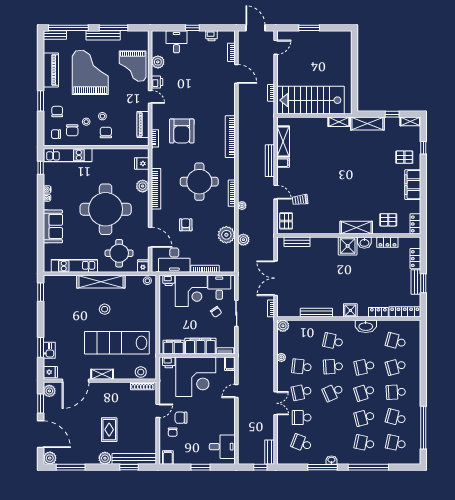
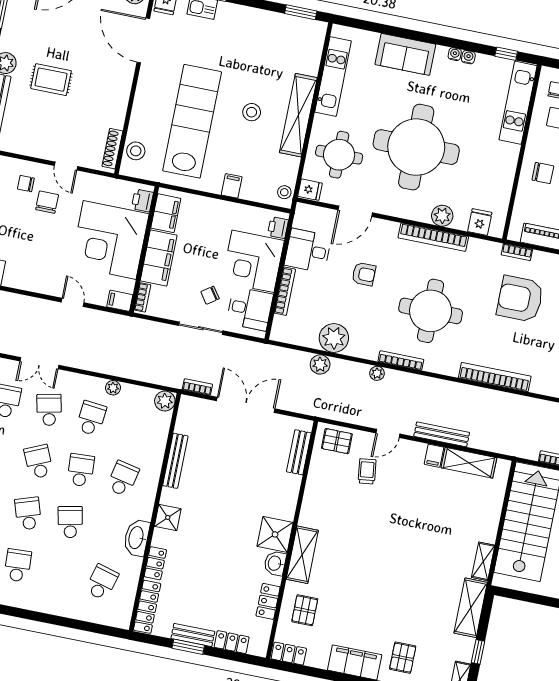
desk: (174, 260) -> (308, 251), width x0.73
filing cabinet: (150, 312) -> (232, 186), added
school desk: (396, 367) -> (60, 574), removed
shelving: (102, 374) -> (145, 86), removed

